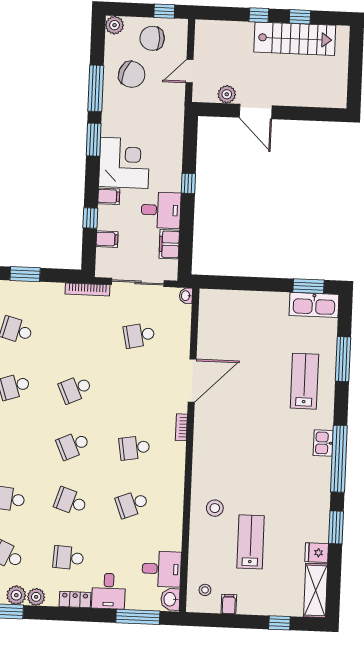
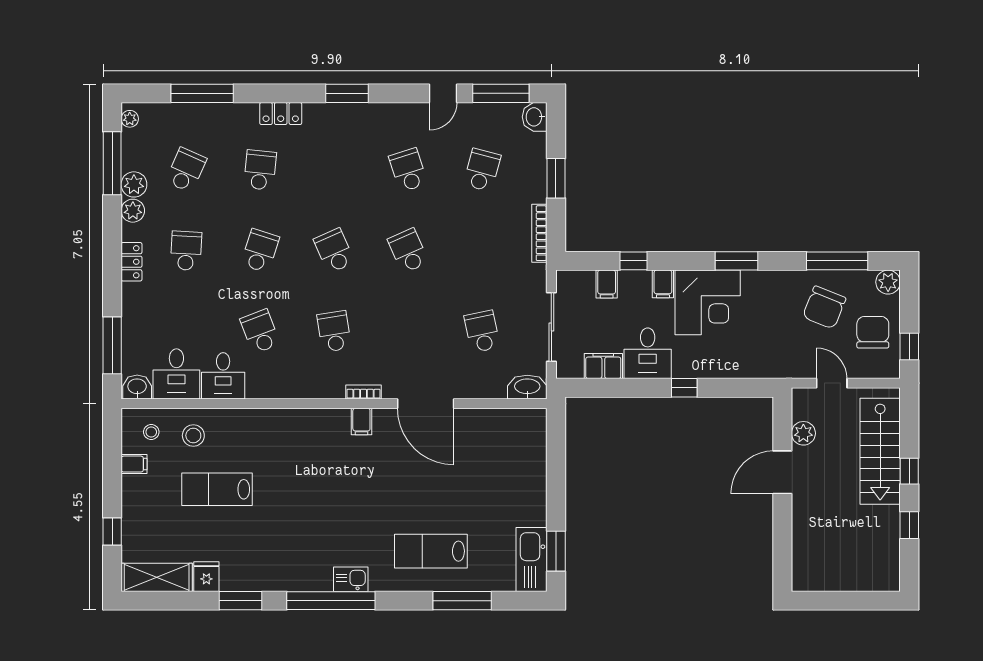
stairs: (295, 39) -> (880, 451), moved
window: (96, 88) -> (837, 261), moved
bookcase: (88, 289) -> (539, 233), moved
washbasin: (186, 296) -> (527, 387), width x1.91, depth x1.45
lab bench: (304, 381) -> (431, 551), turned 180
filing cabinet: (204, 430) -> (361, 422), added
stool: (215, 508) -> (193, 435), moved
lab bench: (251, 542) -> (217, 489), turned 180
desk: (109, 591) -> (223, 376), moved, turned -90

